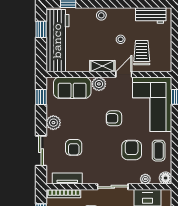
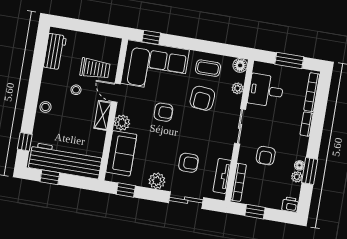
trolley: (142, 53) -> (95, 69), turned 180
armchair: (114, 118) -> (163, 112), turned -90
armchair: (132, 150) -> (202, 98), turned -85

